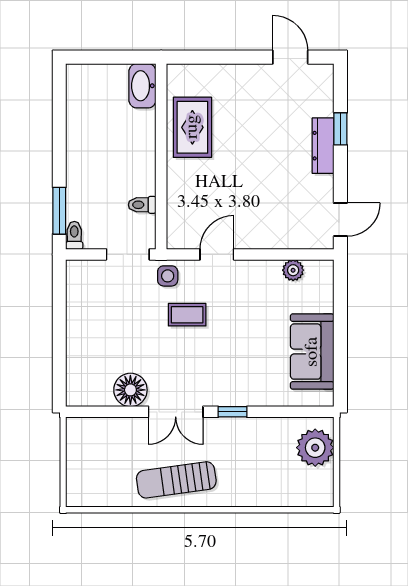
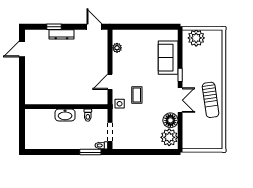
washbasin: (142, 86) -> (65, 115), moved
rug: (192, 127) -> (53, 93), removed
doorway: (128, 254) -> (110, 132), moved
door: (217, 254) -> (110, 82), hinge flipped
sofa: (312, 352) -> (168, 58), moved, turned 90
plant: (92, 387) -> (169, 137), added

